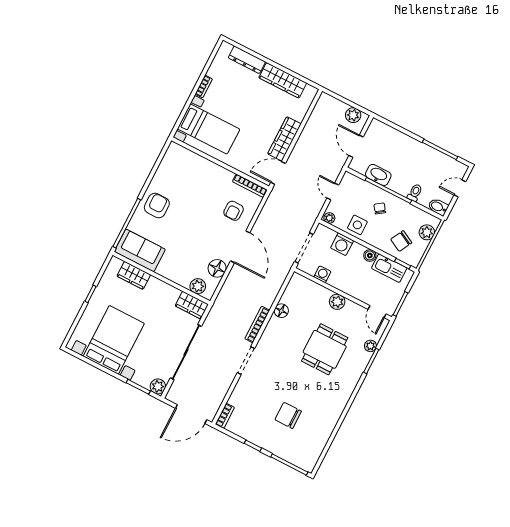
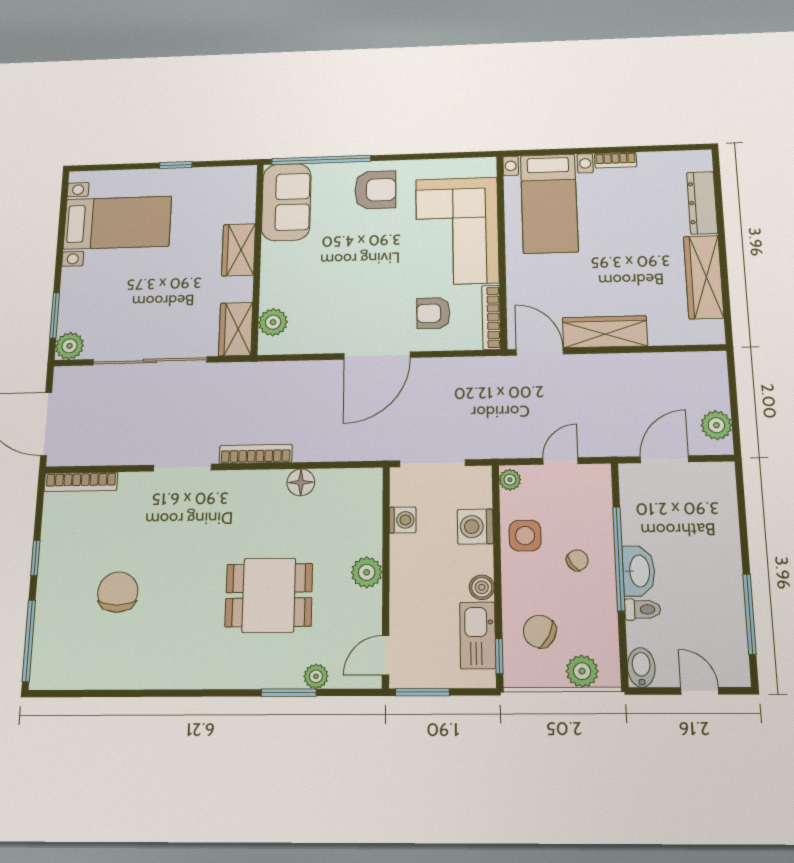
washbasin: (378, 175) -> (639, 571), moved
corner sofa: (199, 178) -> (457, 231), added
floor lamp: (217, 268) -> (320, 337), removed
wardrobe: (134, 275) -> (239, 250), moved
bed with nightstands: (114, 340) -> (117, 223), width x0.73
bookcase: (225, 416) -> (81, 482), width x1.56

